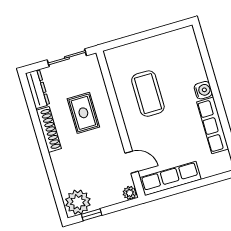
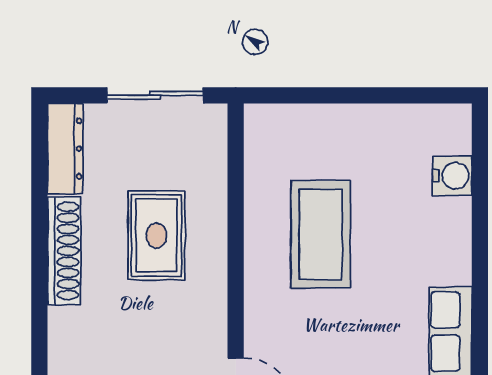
water cooler: (203, 90) -> (452, 176), moved

